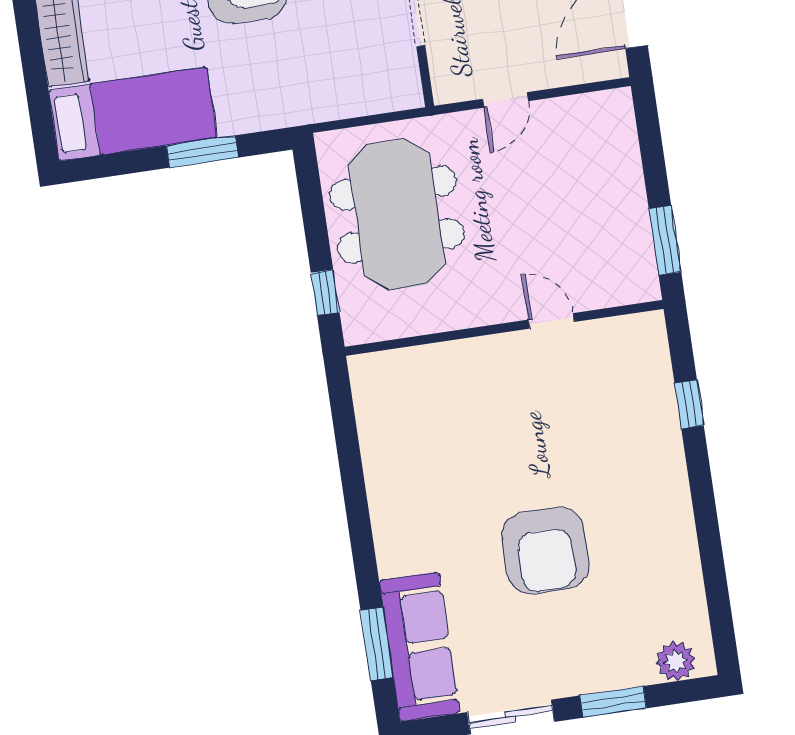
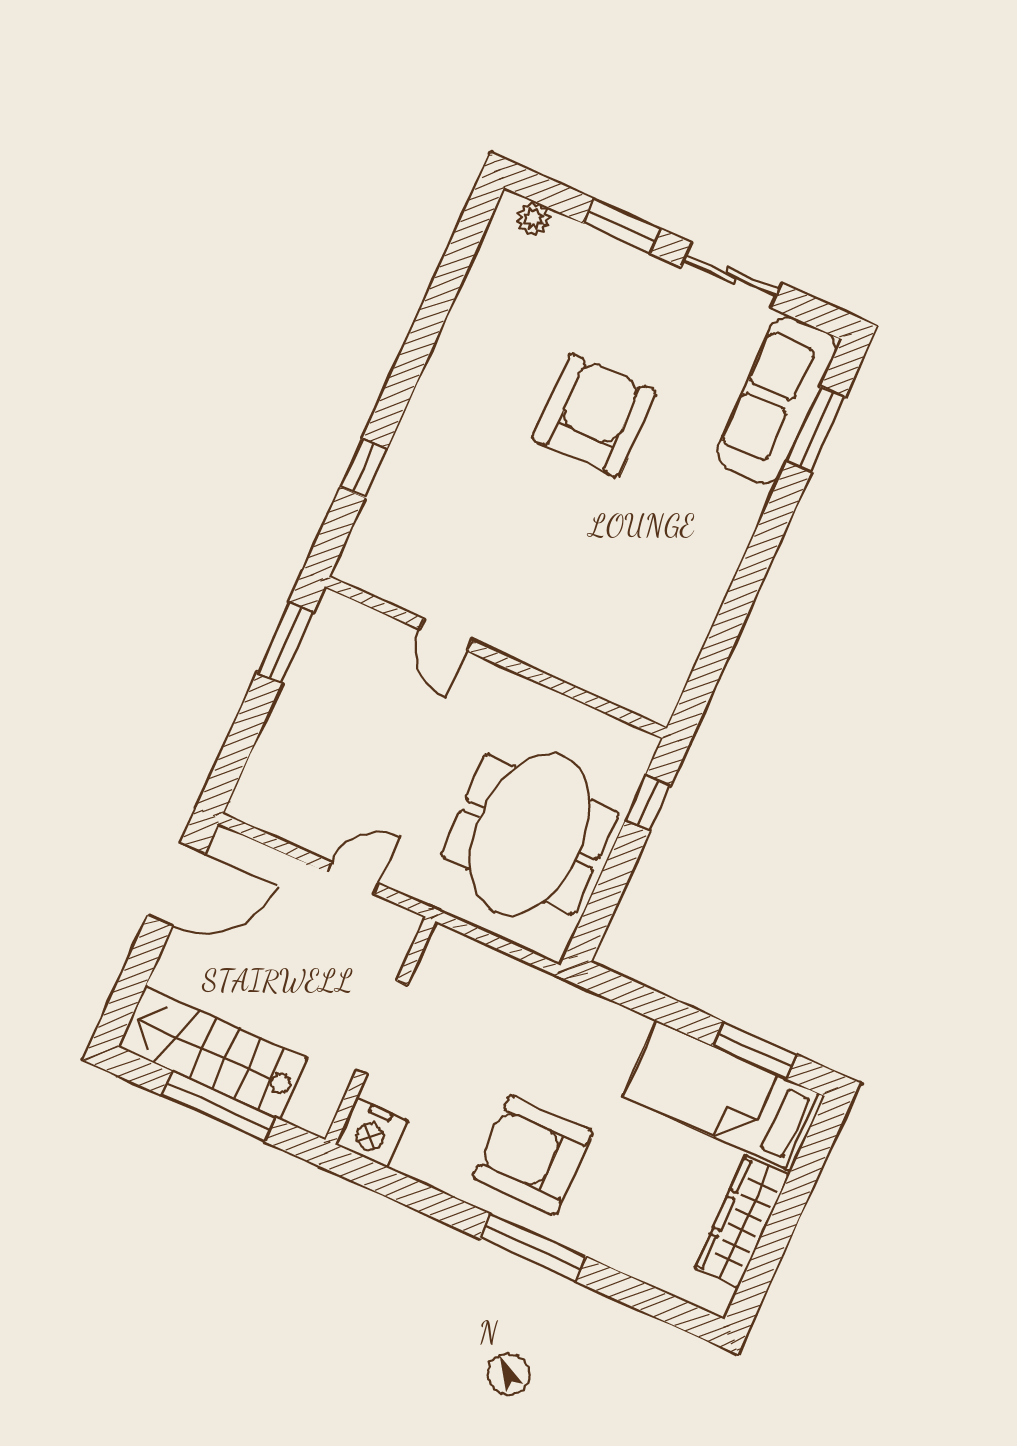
window: (202, 152) -> (755, 1050), moved
plant: (676, 661) -> (533, 219), width x0.73, depth x0.73

